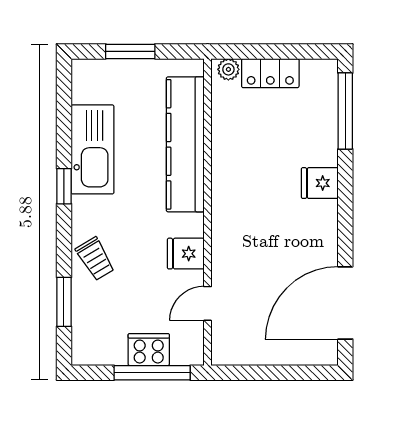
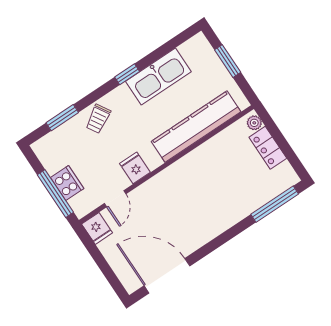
fridge: (320, 183) -> (97, 228), moved, turned 180
door: (208, 303) -> (115, 199), swing flipped

